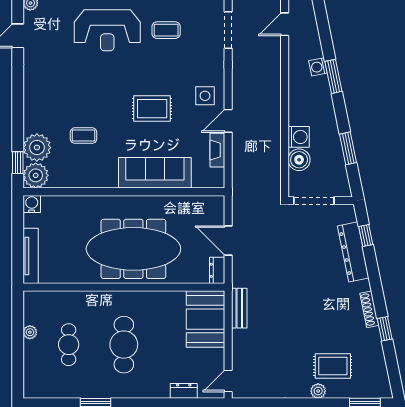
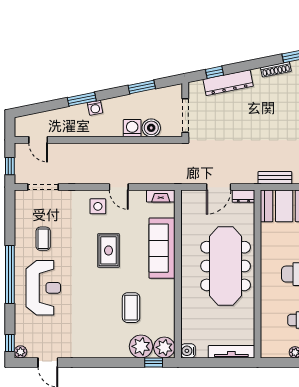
washing machine: (318, 67) -> (95, 108), moved
coffee table: (84, 136) -> (131, 308), width x1.36, depth x1.30
fireplace: (217, 150) -> (161, 196), moved

